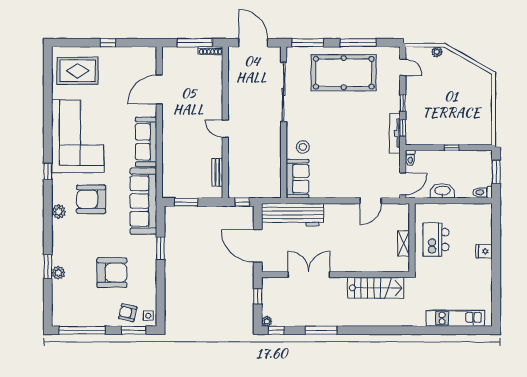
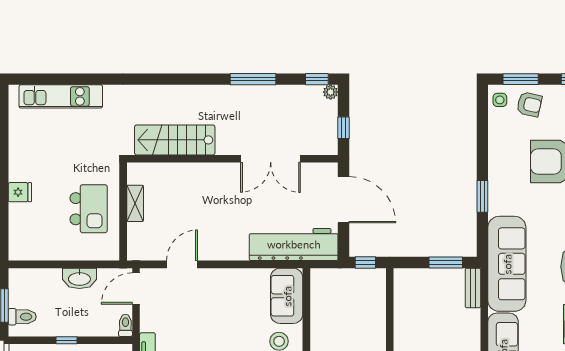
bench: (217, 172) -> (473, 288), moved
toilet: (483, 192) -> (22, 317), moved

